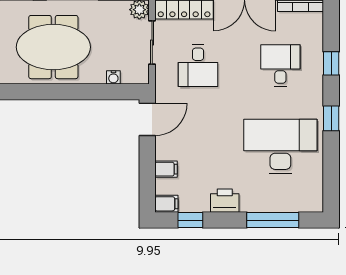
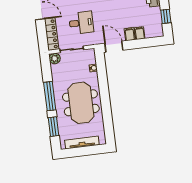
filing cabinet: (166, 204) -> (130, 34), moved

